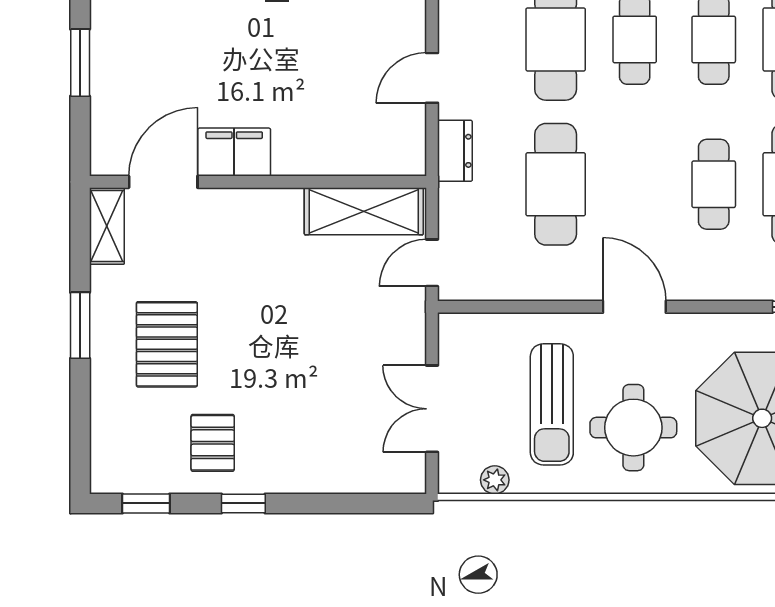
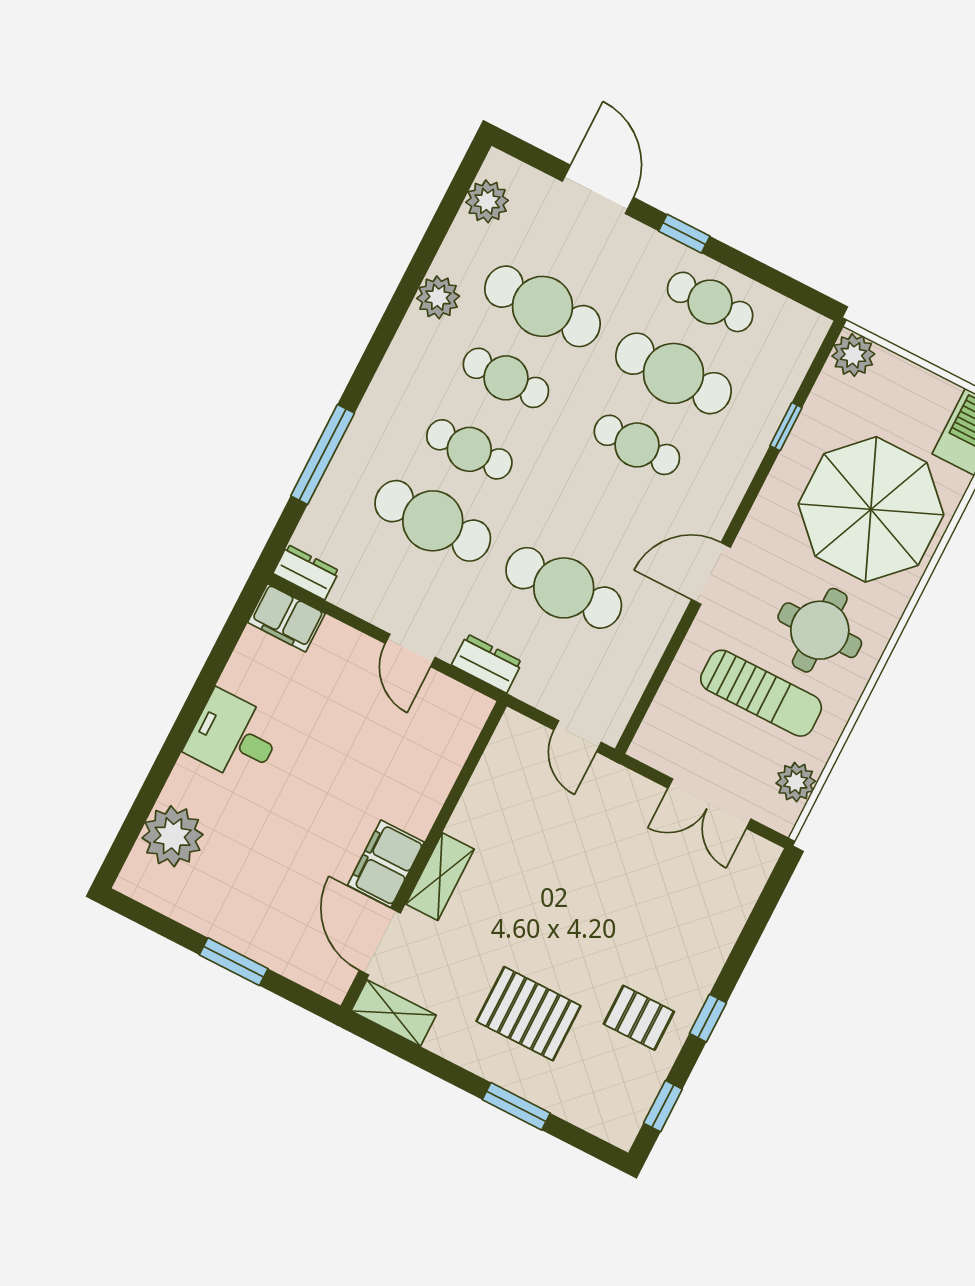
shelving: (364, 211) -> (440, 877), moved, width x0.67, depth x0.75
window: (80, 325) -> (516, 1106), moved
plant: (495, 480) -> (796, 782), width x1.38, depth x1.38

